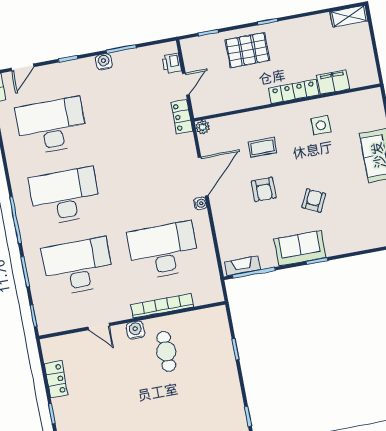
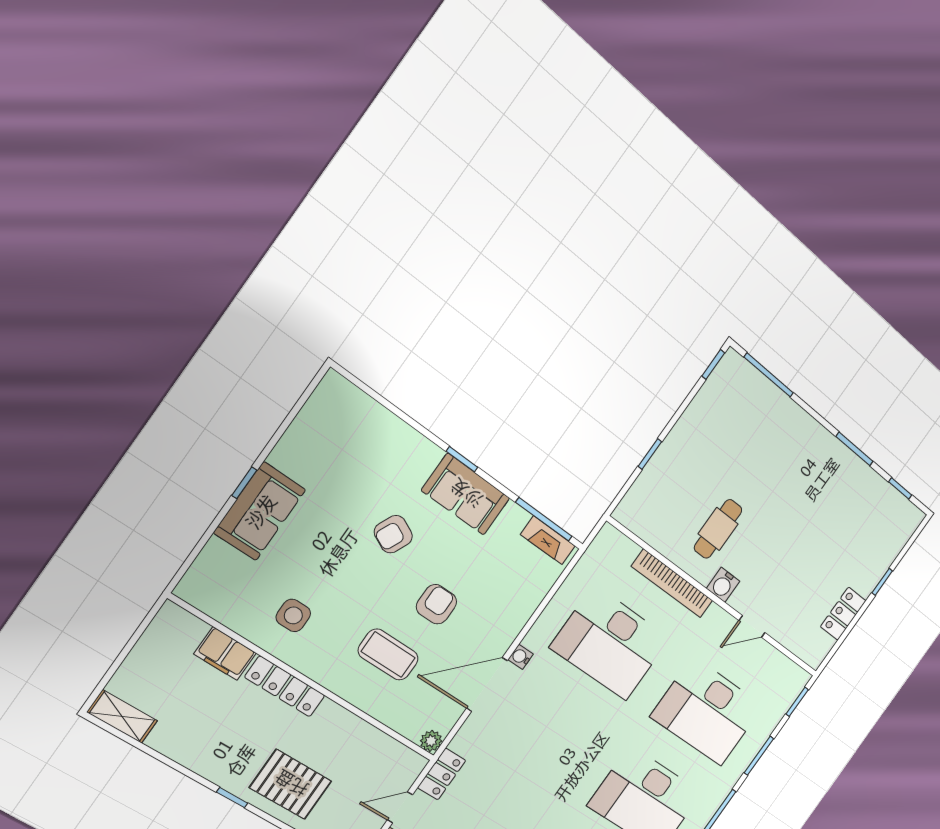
coffee table: (263, 147) -> (388, 655), width x1.36, depth x1.30
door: (99, 326) -> (752, 626), swing flipped

